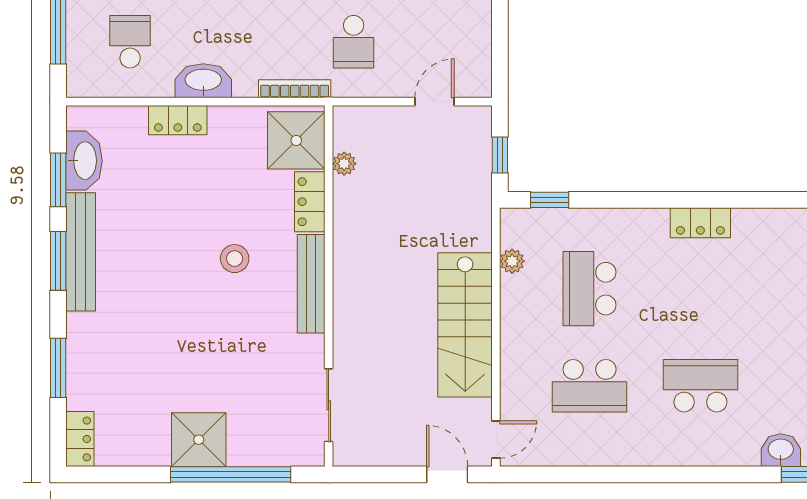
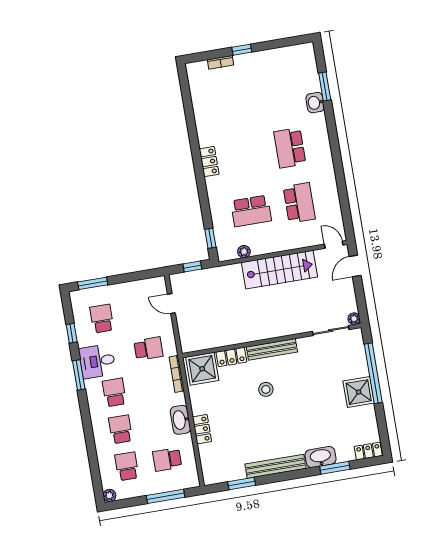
washbasin: (84, 161) -> (320, 457), moved
plant: (344, 164) -> (354, 319), moved
window: (58, 261) -> (282, 477), removed

